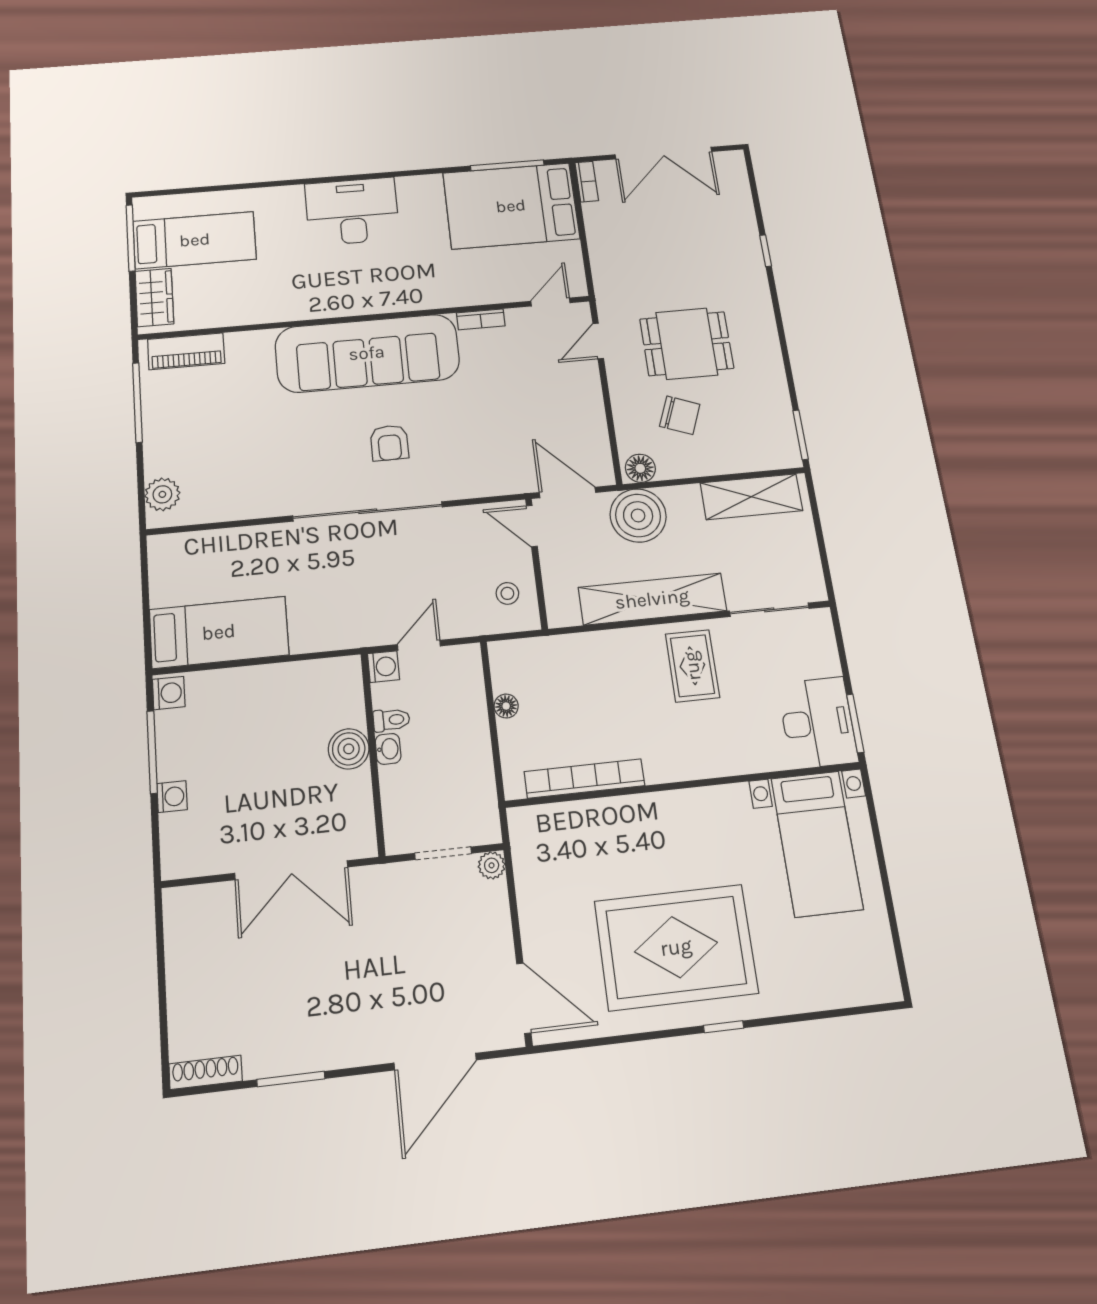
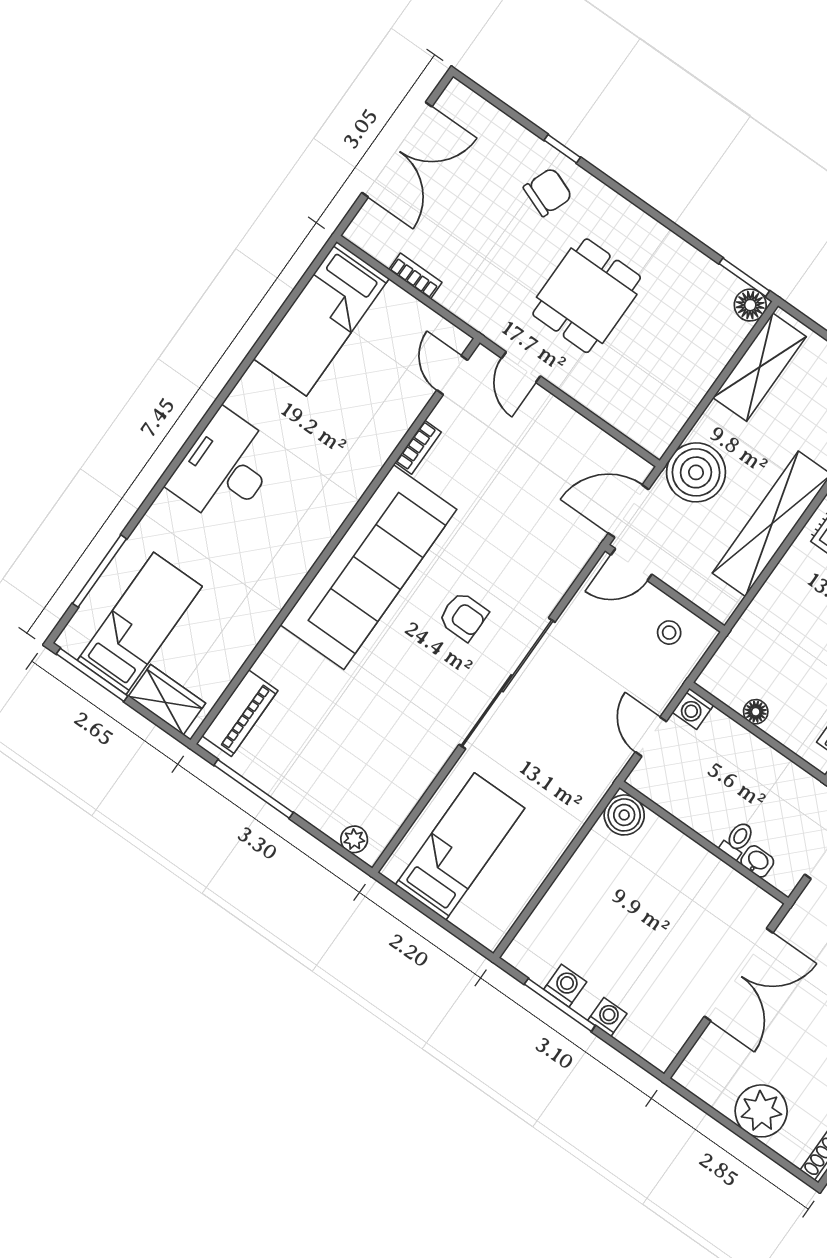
window: (507, 165) -> (100, 571), moved
bookcase: (587, 182) -> (415, 276), moved
bed: (511, 206) -> (321, 319), width x0.67
chair: (680, 415) -> (548, 192), moved
floor lamp: (640, 468) -> (750, 305), moved
plant: (162, 494) -> (354, 839), width x0.73, depth x0.73
bed: (219, 632) -> (460, 846), moved
washing machine: (384, 667) -> (693, 709), moved, turned 180
washing machine: (169, 693) -> (565, 986), moved
toilet: (391, 720) -> (737, 840), moved
boiler: (349, 749) -> (624, 815), moved
washbasin: (388, 749) -> (757, 861), moved
plant: (194, 987) -> (761, 1111), added

